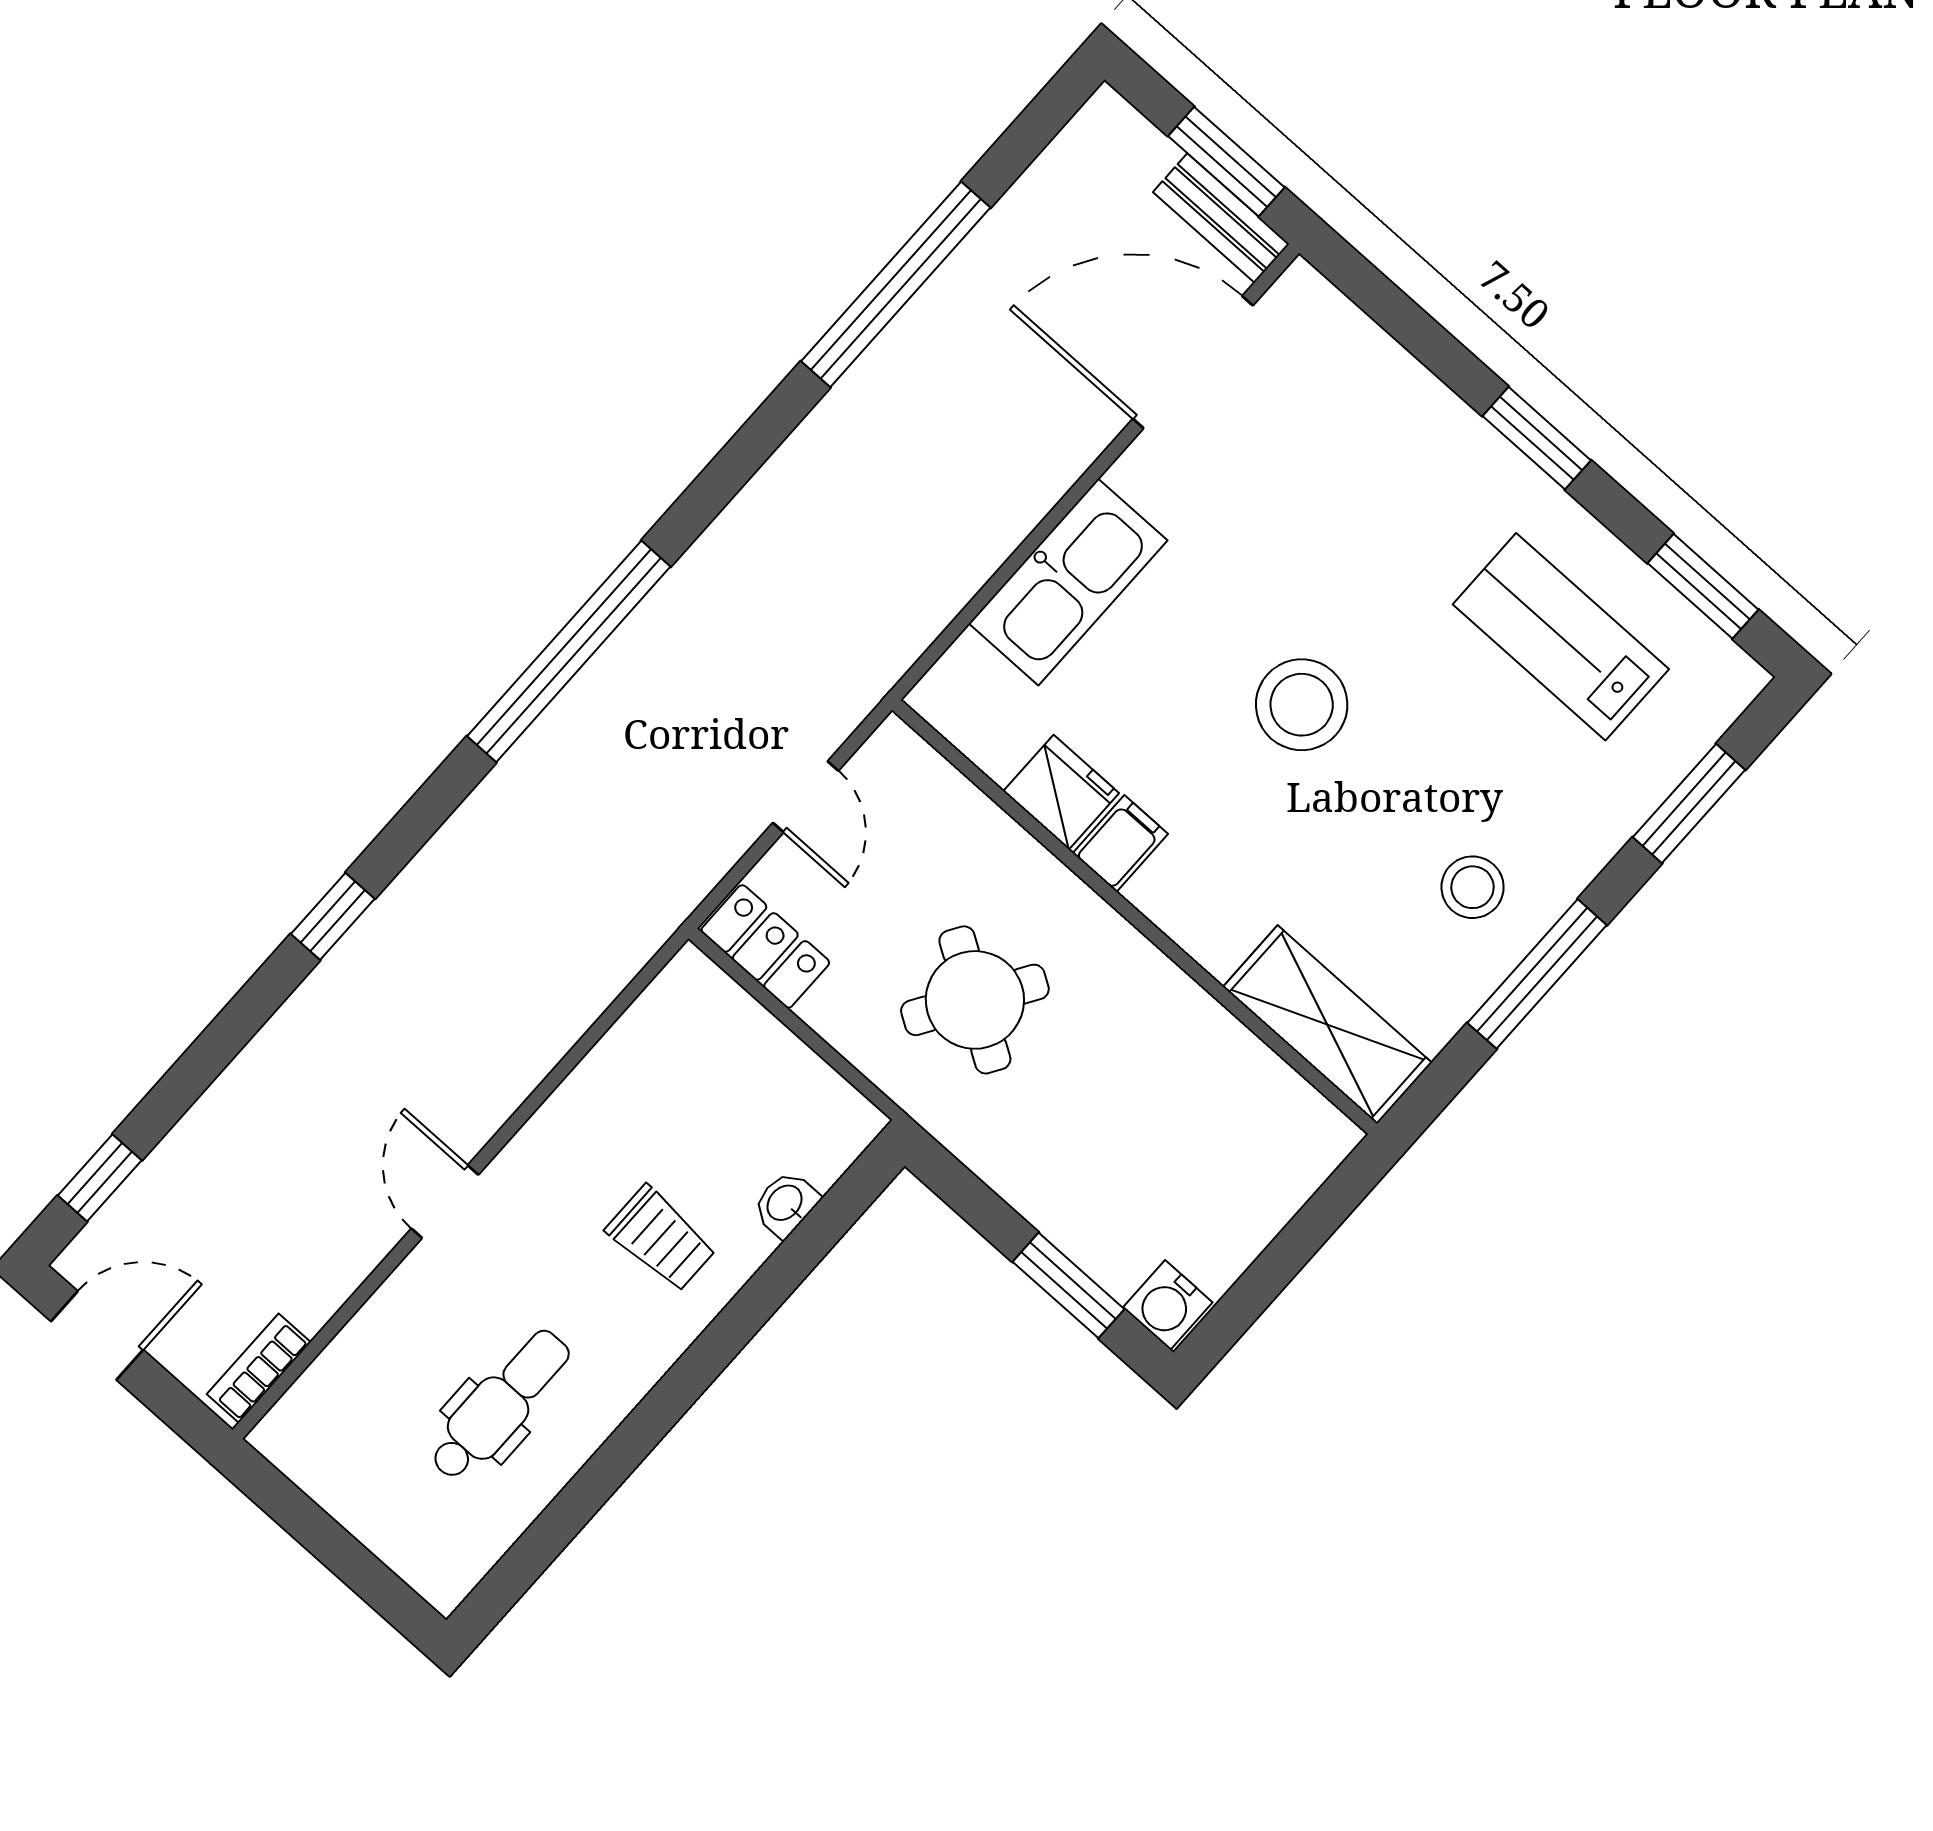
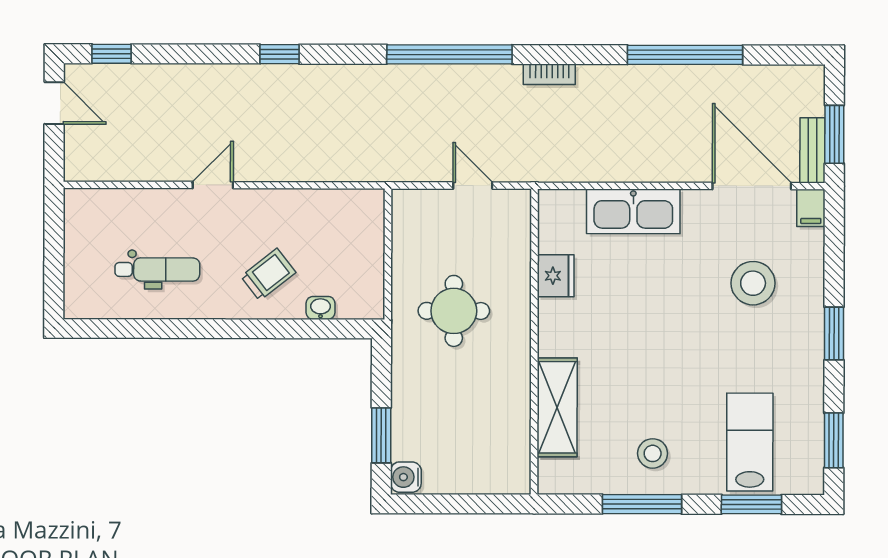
lab bench: (1561, 637) -> (750, 442), moved
stool: (1302, 705) -> (753, 283), moved
door: (806, 797) -> (473, 186), swing flipped
filing cabinet: (1120, 844) -> (811, 208), moved, turned 90
locker: (765, 946) -> (406, 219), removed
round table: (975, 1000) -> (454, 311), turned -32
shelving: (1327, 1025) -> (557, 407), moved
trolley: (661, 1239) -> (268, 274), turned -128
bookcase: (259, 1368) -> (549, 74), moved, turned 180

